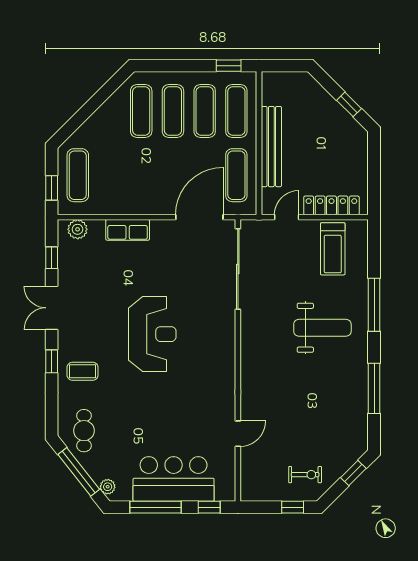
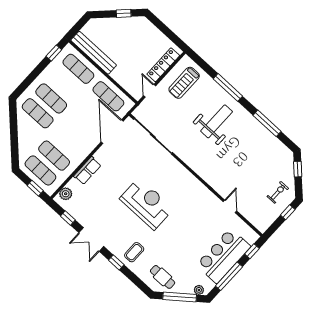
exercise mat: (205, 111) -> (54, 156), moved
bench: (271, 147) -> (94, 53), moved
treadmill: (333, 249) -> (184, 83), turned 90

